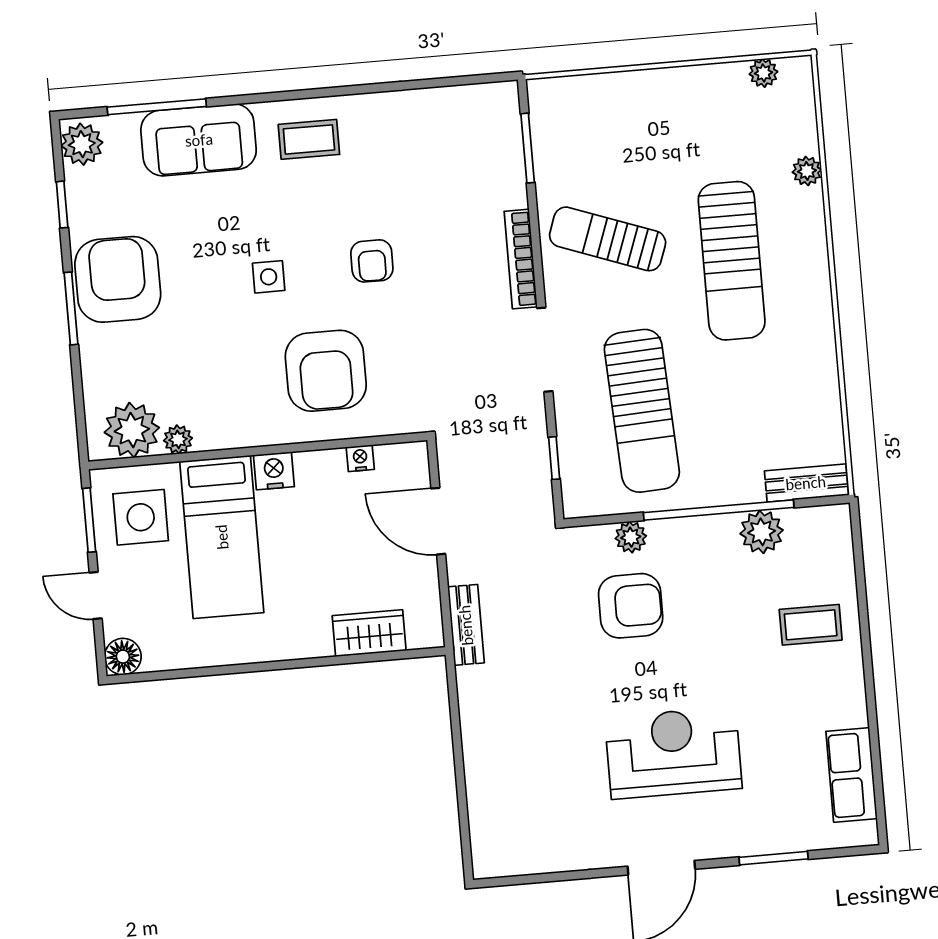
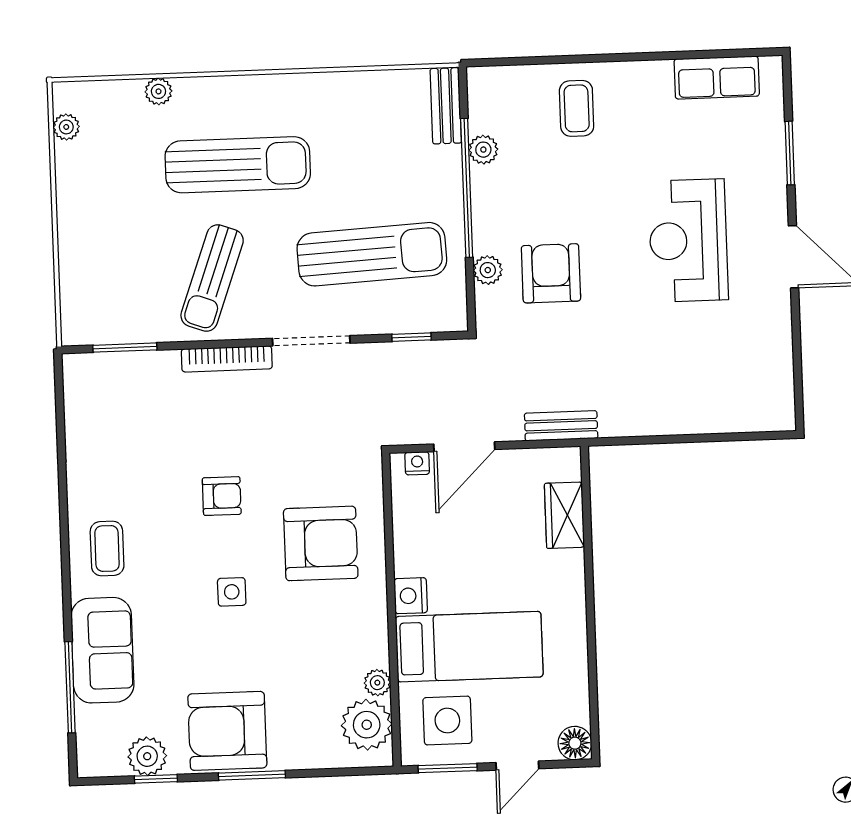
plant: (82, 144) -> (147, 756), moved
nightstand: (360, 458) -> (417, 463), moved, turned 90
plant: (762, 532) -> (483, 150), width x0.73, depth x0.73

